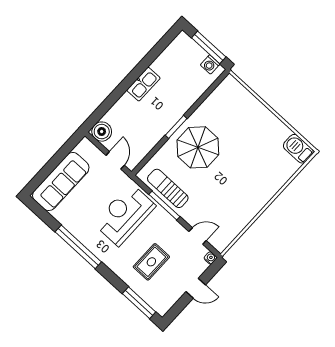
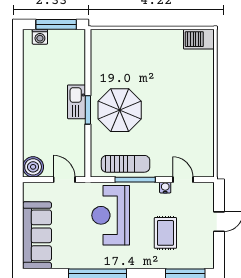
washing machine: (210, 65) -> (40, 37), moved
kitchen sink: (143, 84) -> (77, 102), moved, turned 180
sun lounger: (168, 188) -> (126, 164), turned 180
door: (198, 236) -> (183, 180), hinge flipped
water cooler: (210, 258) -> (165, 188), moved

